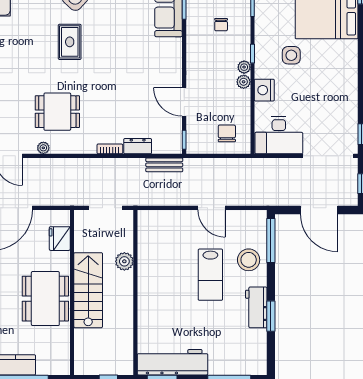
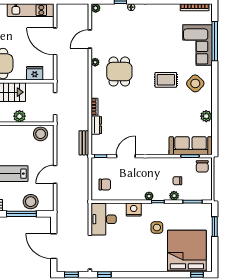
plant: (244, 82) -> (174, 196), moved
door: (319, 210) -> (54, 246), hinge flipped
stool: (151, 230) -> (41, 134), added
window: (271, 240) -> (21, 214), moved
stool: (249, 260) -> (31, 202), moved

